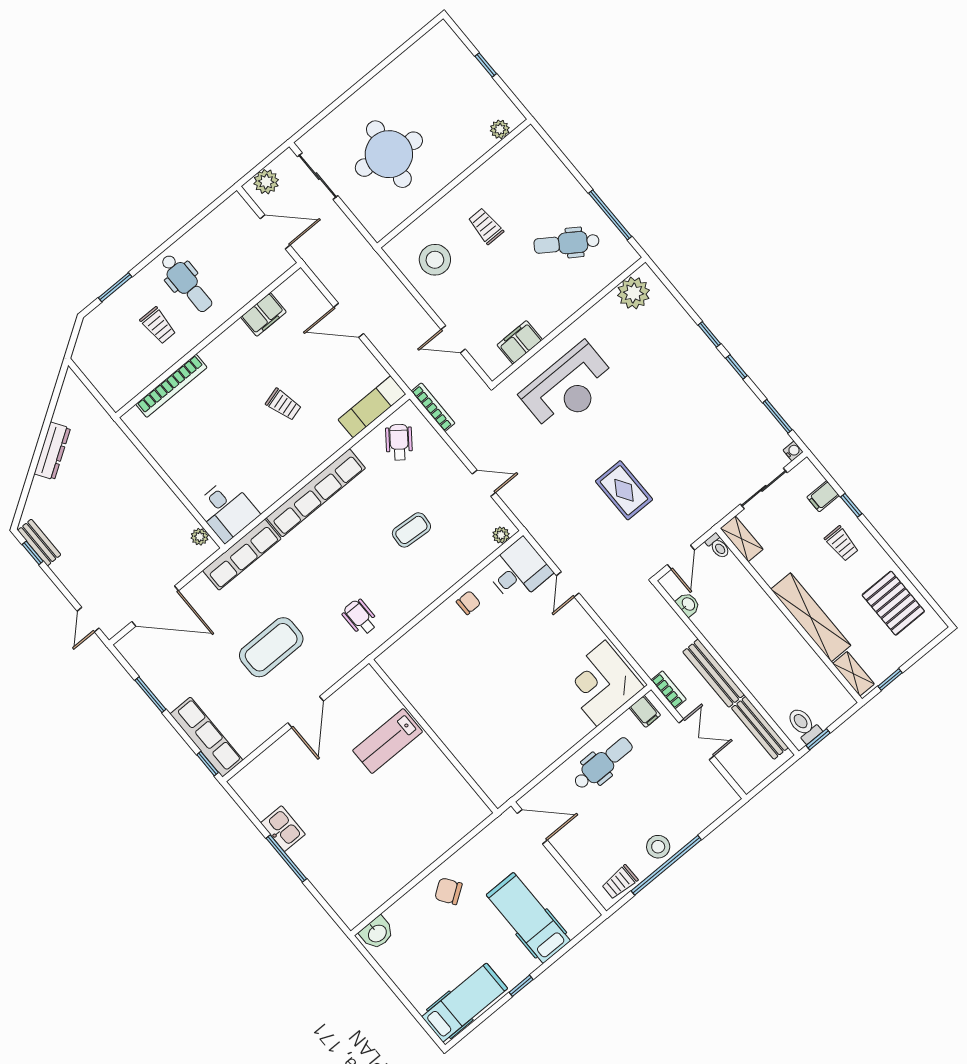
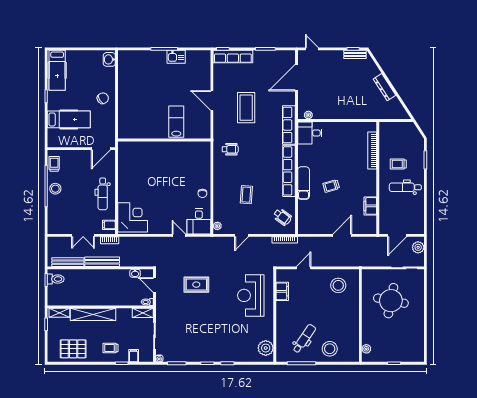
stool: (549, 189) -> (330, 349), added
trolley: (486, 226) -> (335, 314), removed
exam couch: (372, 407) -> (304, 183), moved

